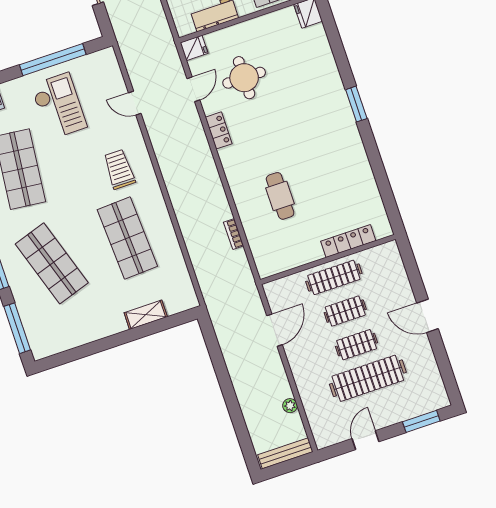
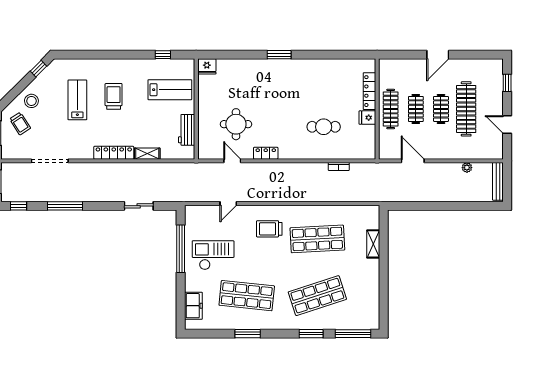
fridge: (194, 48) -> (367, 118), moved, turned -90
window: (421, 421) -> (507, 83), width x0.67

